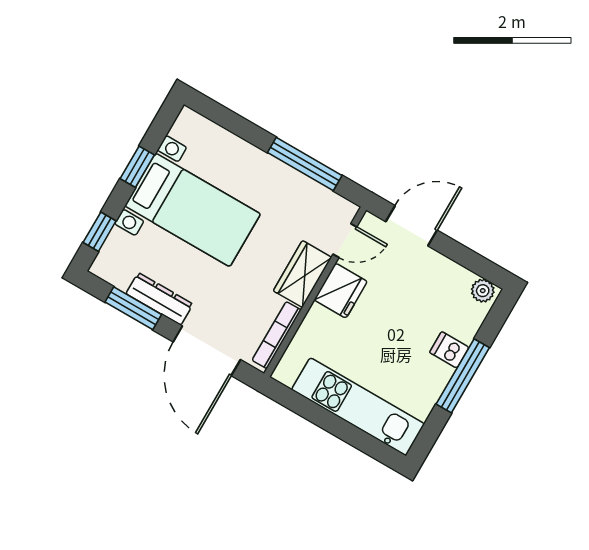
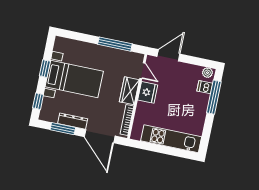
door: (345, 241) -> (143, 71), hinge flipped
dishwasher: (449, 350) -> (205, 87), moved
window: (463, 376) -> (214, 97), moved

